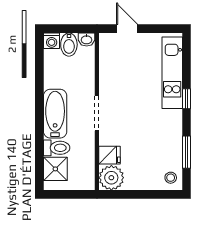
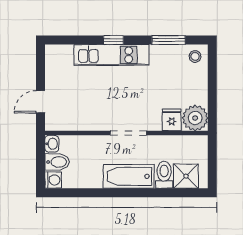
kitchen unit: (172, 73) -> (112, 55), moved

